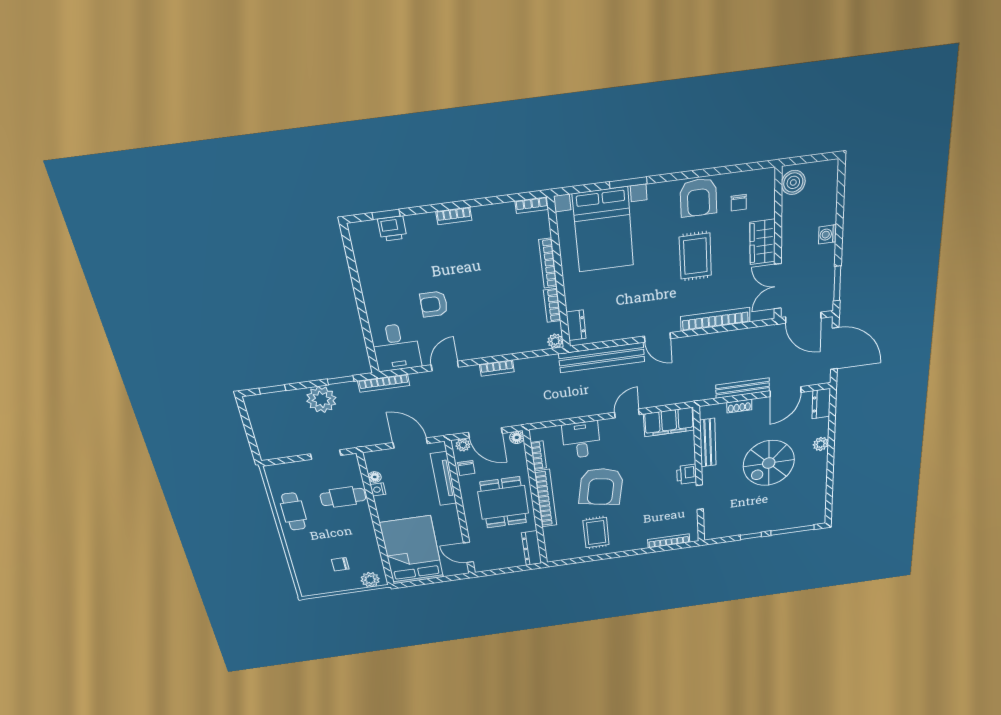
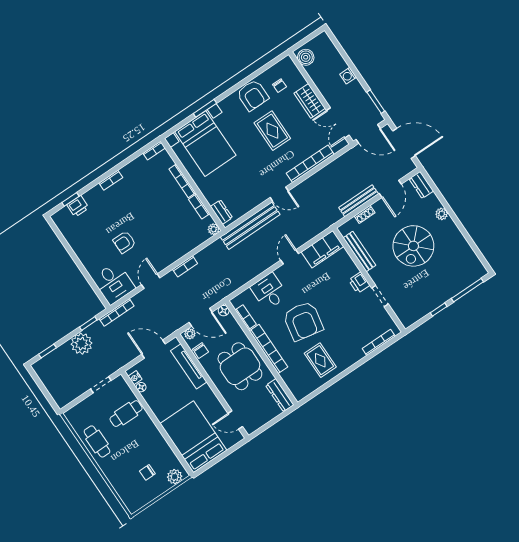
nightstand: (378, 489) -> (135, 378), moved

